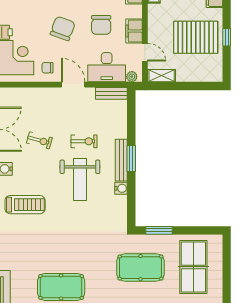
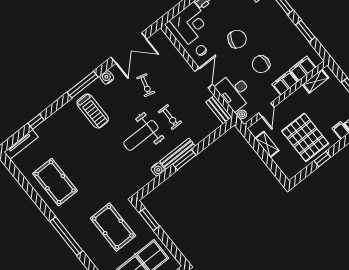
filing cabinet: (134, 31) -> (285, 83), moved
shelving: (162, 76) -> (267, 144), moved

